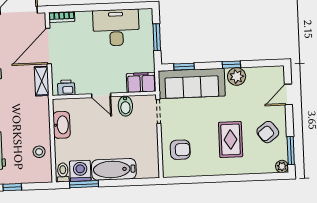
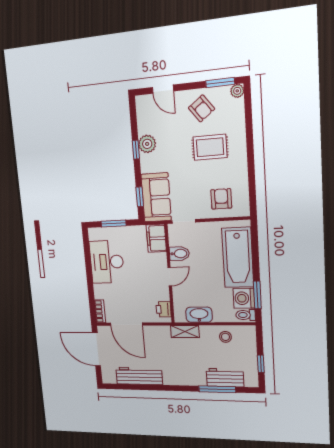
shelving: (42, 81) -> (185, 332), moved
sofa: (192, 83) -> (156, 197), width x0.73
bathtub: (114, 169) -> (238, 257), width x1.36, depth x1.36

